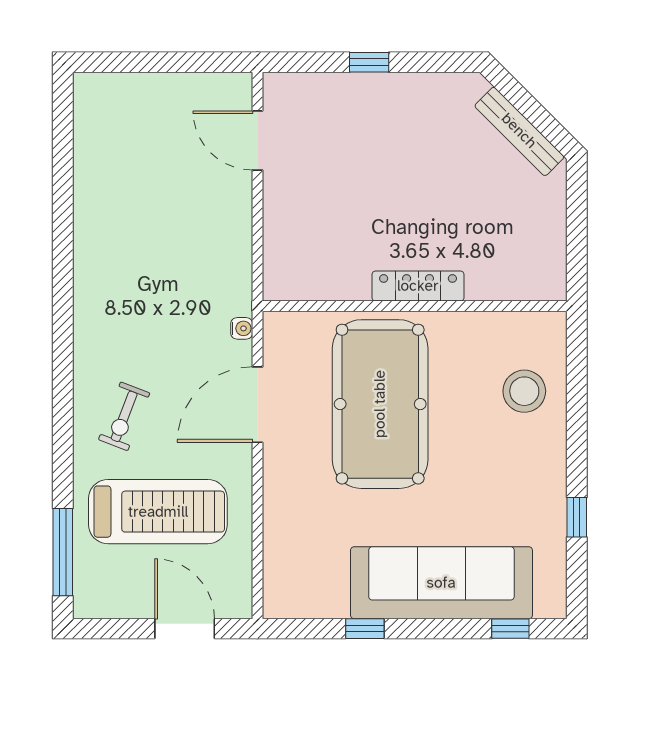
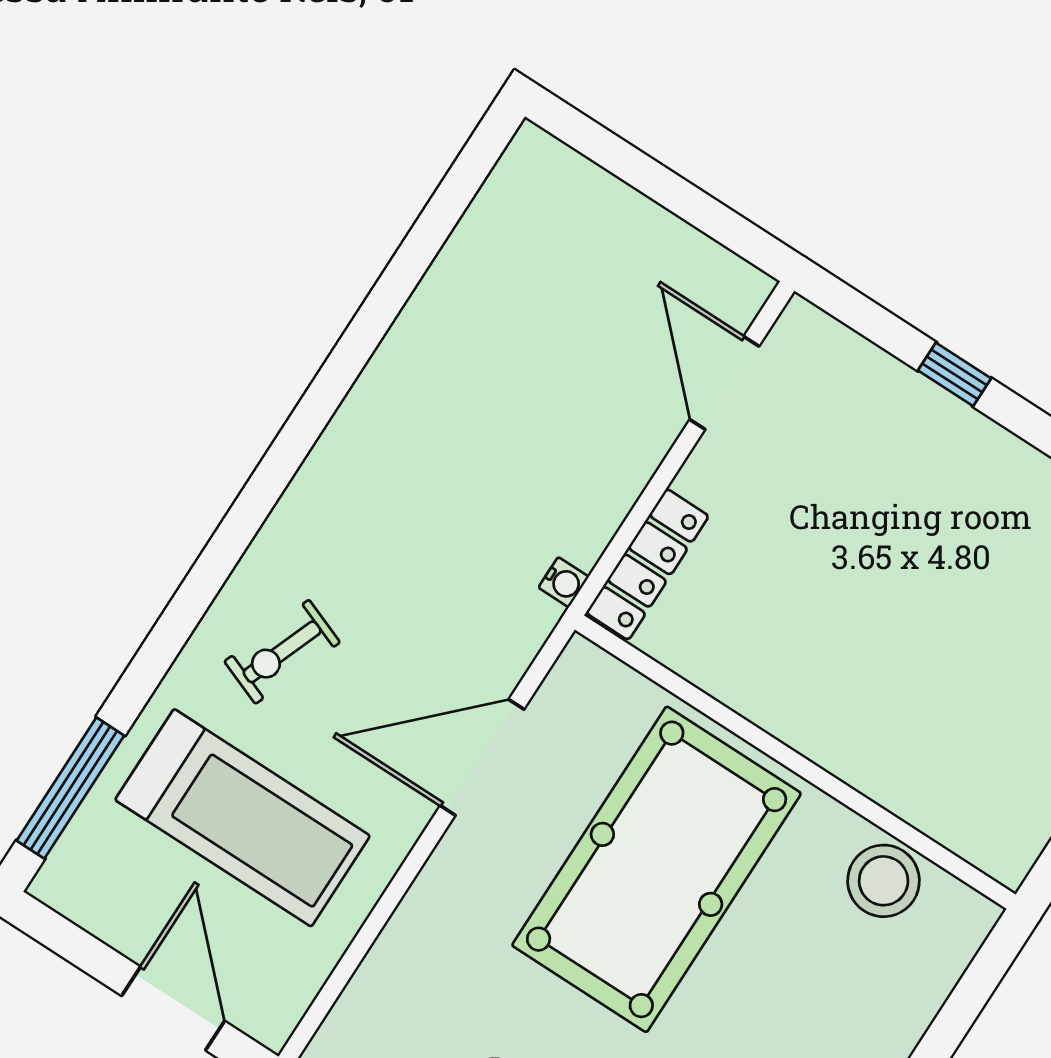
locker: (418, 286) -> (647, 564), moved, turned 90
water cooler: (242, 328) -> (564, 582), moved
stool: (524, 391) -> (884, 881), moved

